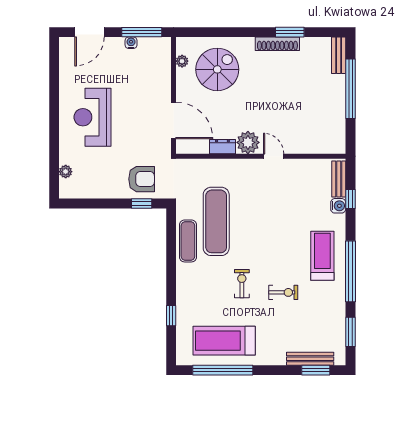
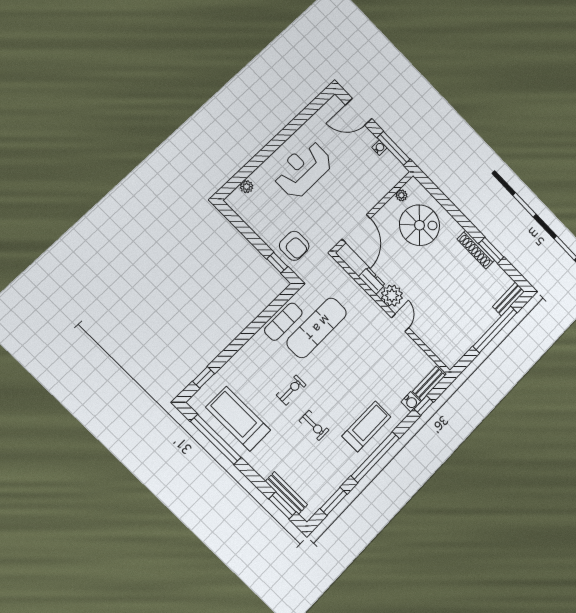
window: (171, 316) -> (204, 377), moved

